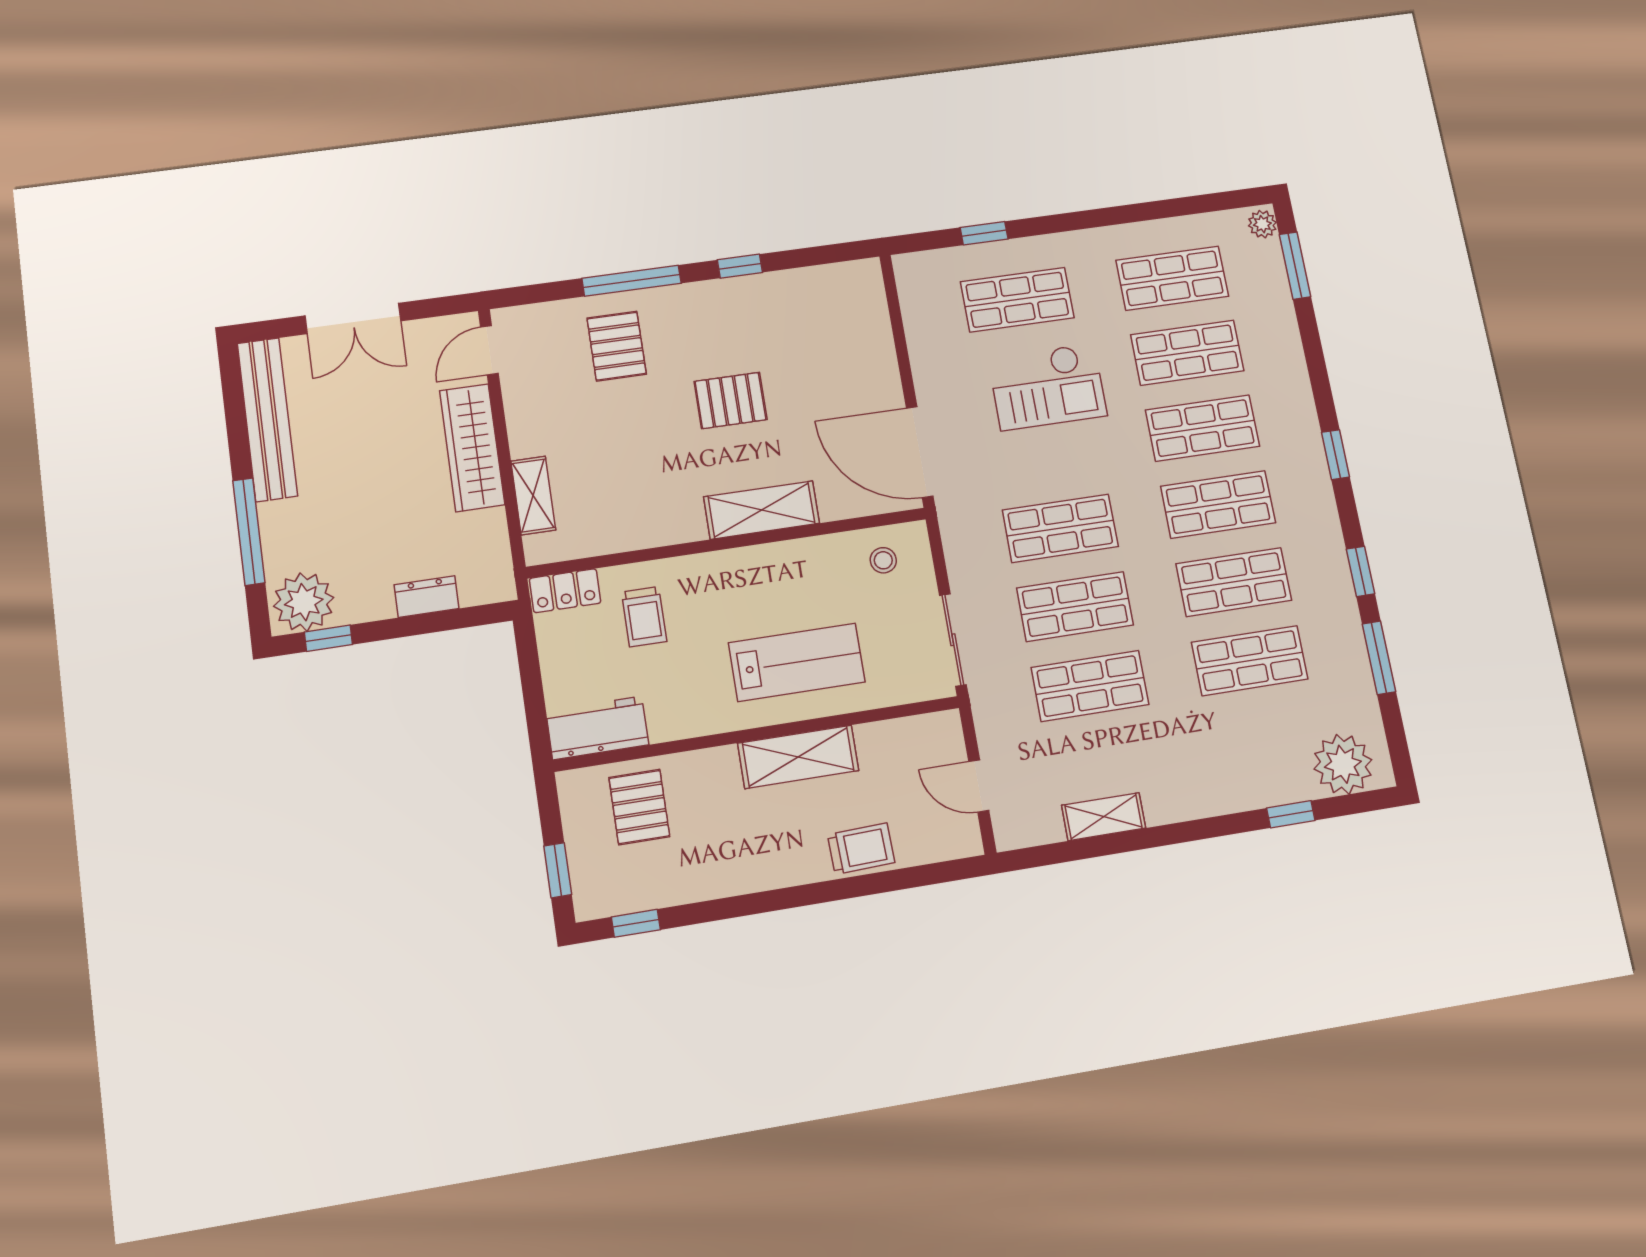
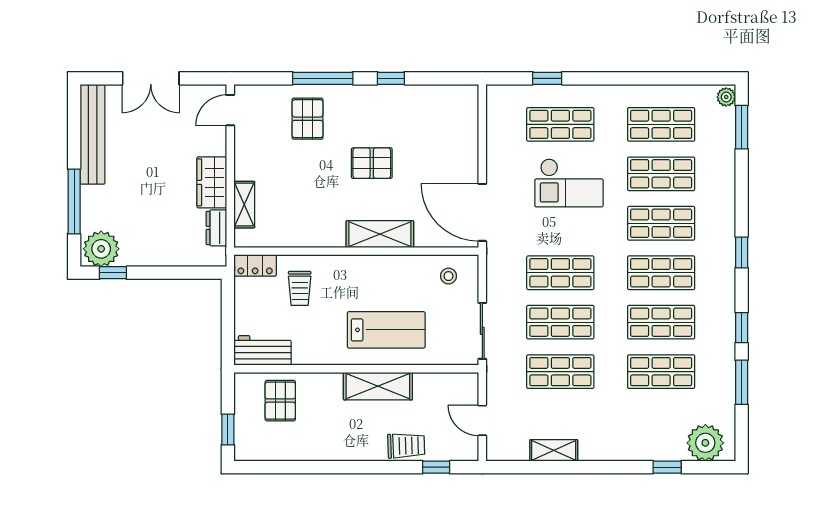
wardrobe: (472, 448) -> (212, 182), width x0.67
dresser: (427, 597) -> (216, 228), moved, turned -90
window: (636, 923) -> (436, 467), moved

